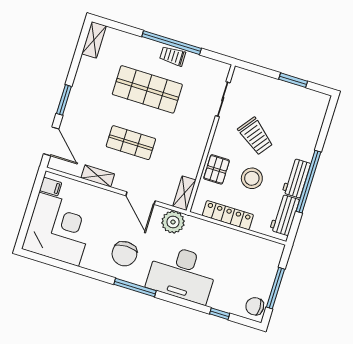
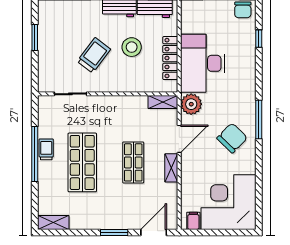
trolley: (173, 56) -> (46, 149), turned 180
pallet: (217, 169) -> (133, 80), removed
shelving: (98, 176) -> (171, 168), moved
chair: (124, 254) -> (232, 138), turned -46
desk: (182, 274) -> (203, 63), moved, turned 180

